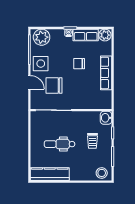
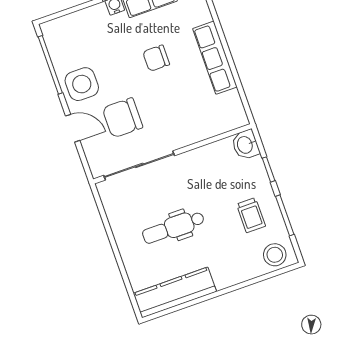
plant: (42, 37) -> (65, 32), removed
trolley: (92, 141) -> (251, 215), moved

